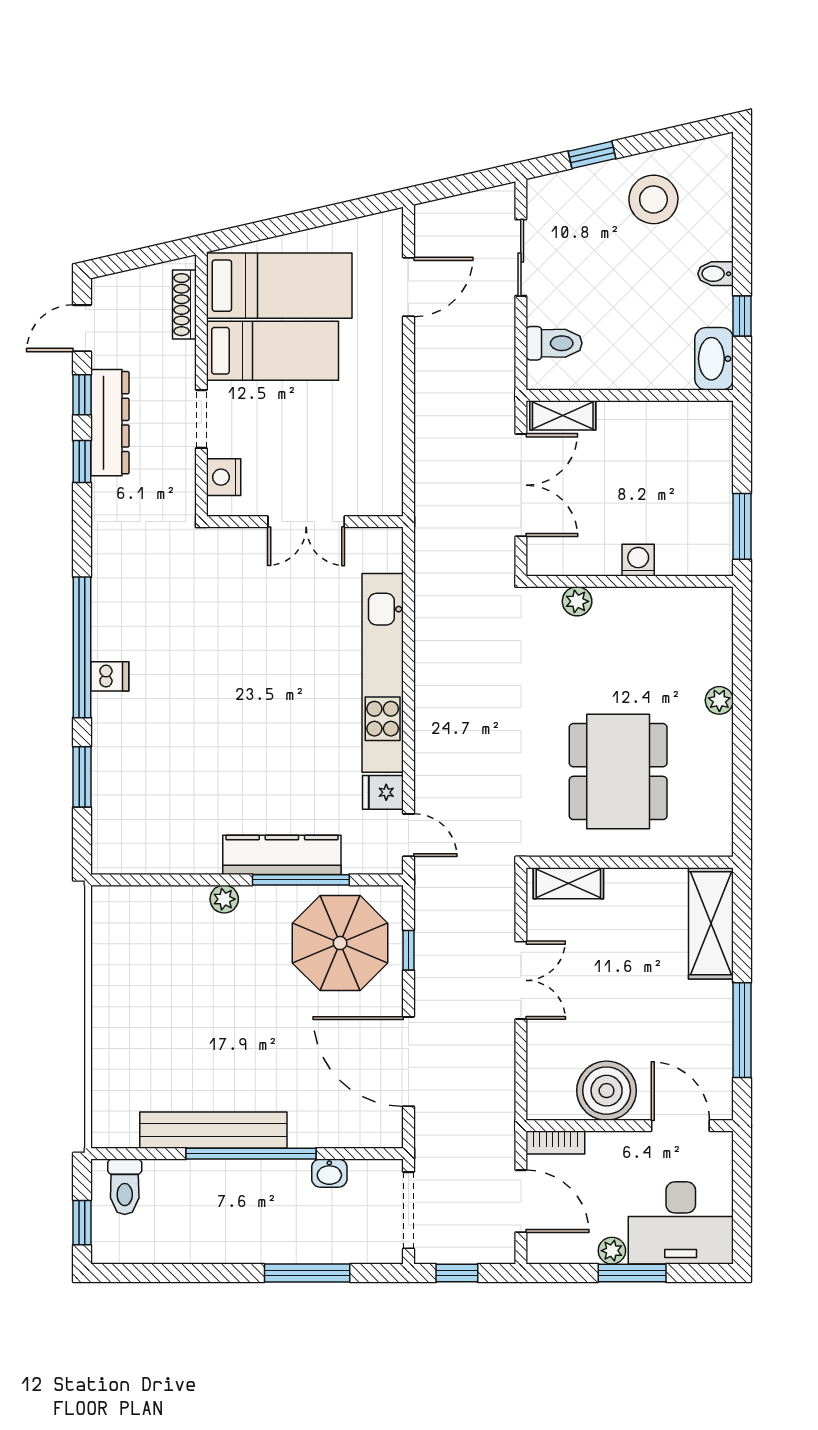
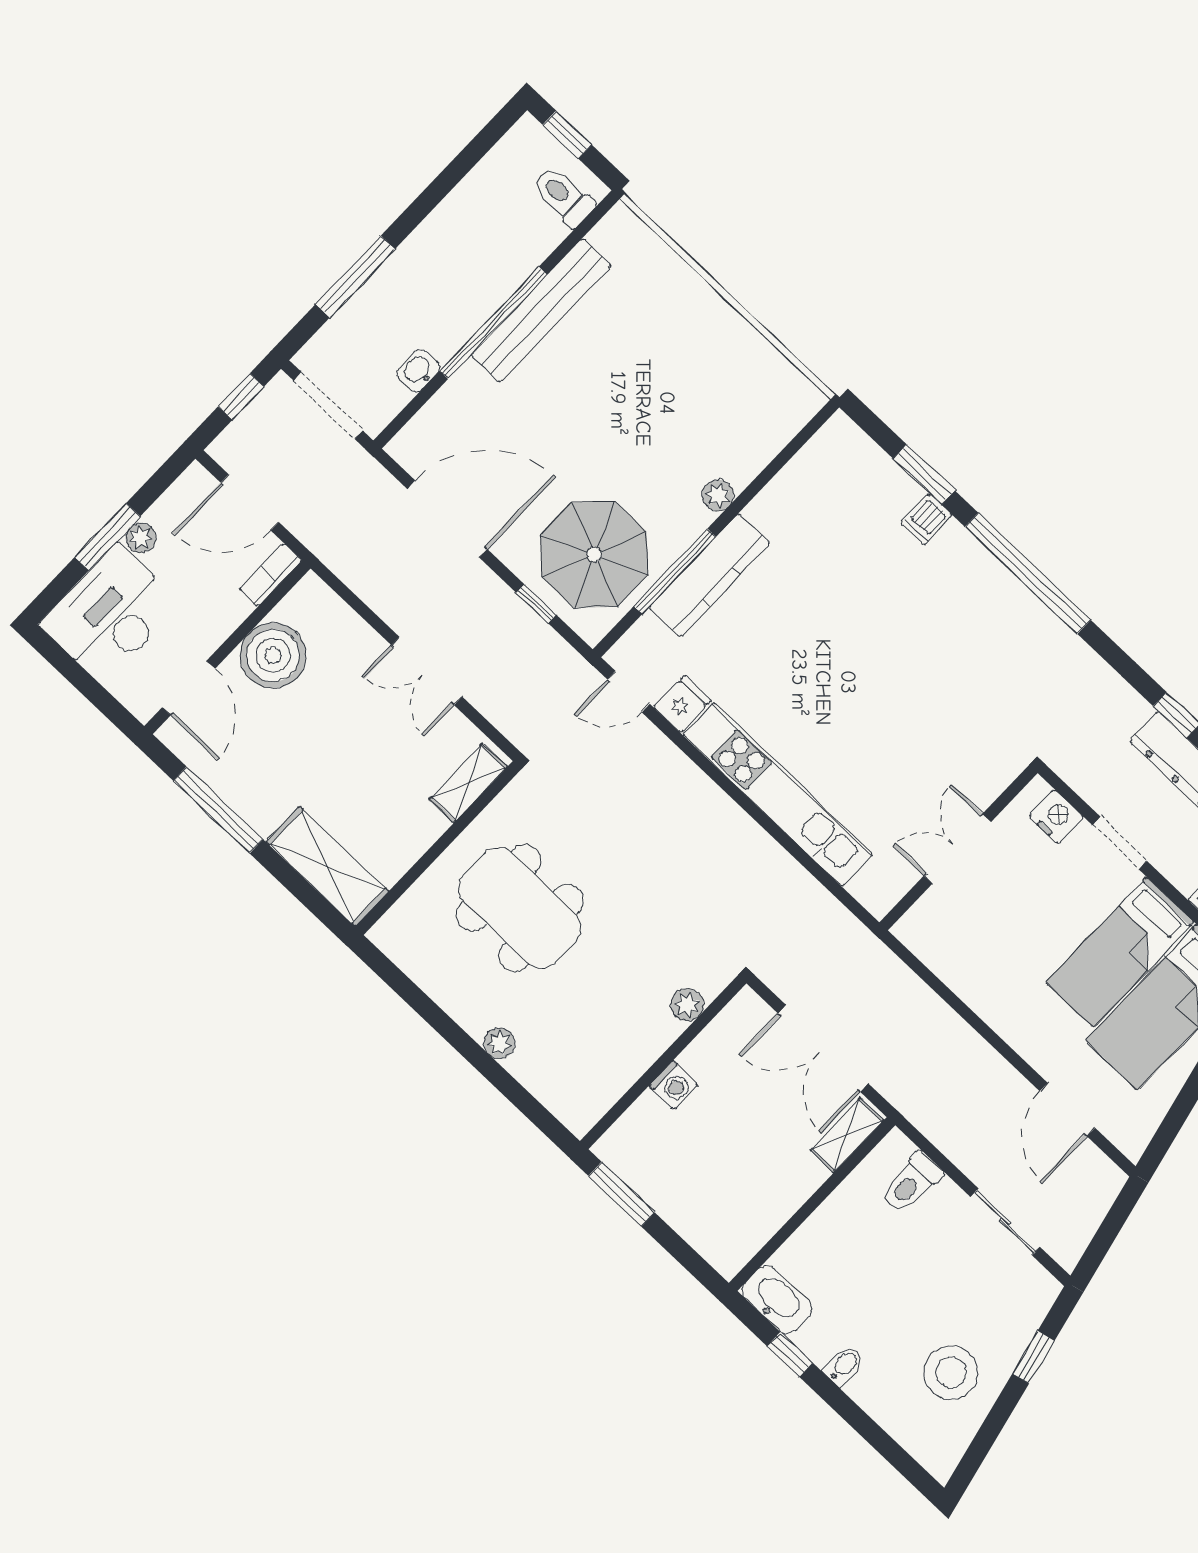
dishwasher: (110, 676) -> (926, 519), moved
door: (680, 1126) -> (189, 688), hinge flipped

